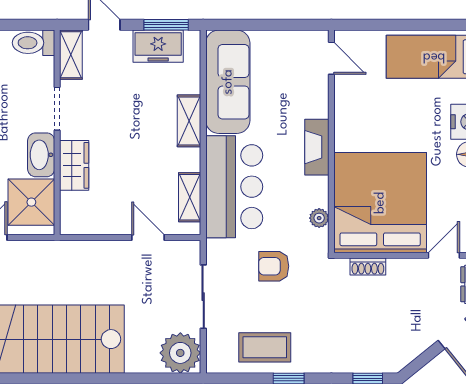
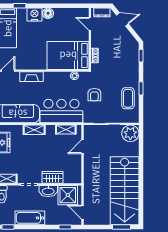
fireplace: (317, 147) -> (32, 77), moved
bed: (380, 203) -> (68, 56), width x0.73

